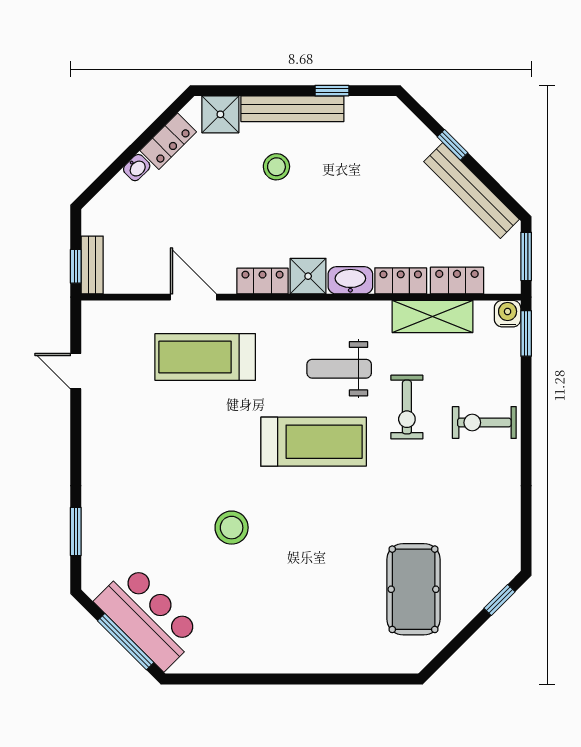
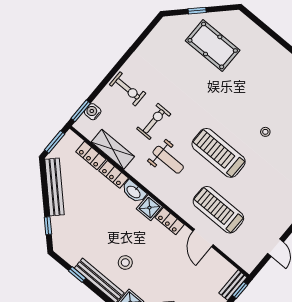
window: (452, 145) -> (48, 226), moved
water cooler: (508, 314) -> (93, 112), moved, turned 90
treadmill: (205, 357) -> (218, 210), turned 180
treadmill: (314, 442) -> (219, 153), moved
stool: (232, 528) -> (265, 132), width x0.53, depth x0.53
pool table: (414, 589) -> (213, 45), turned 90
window: (499, 600) -> (197, 11), moved

